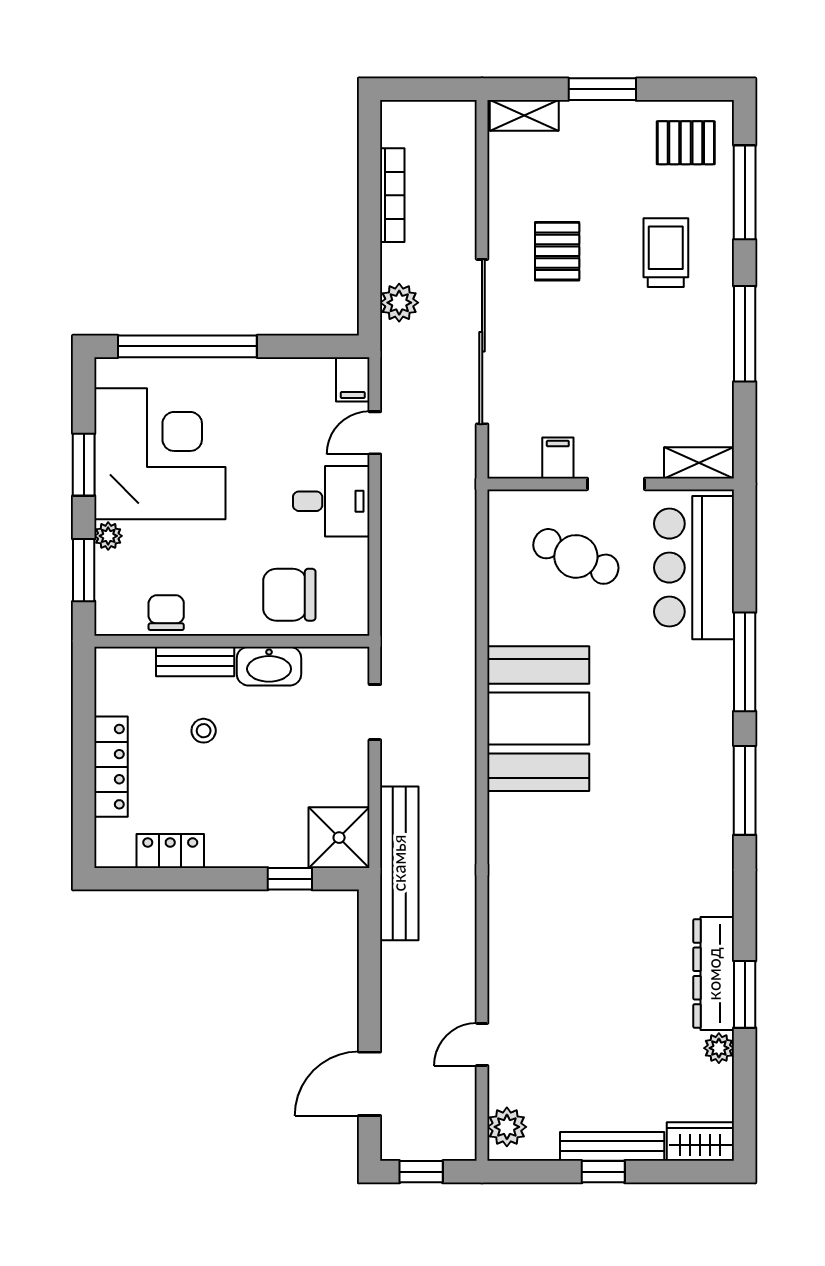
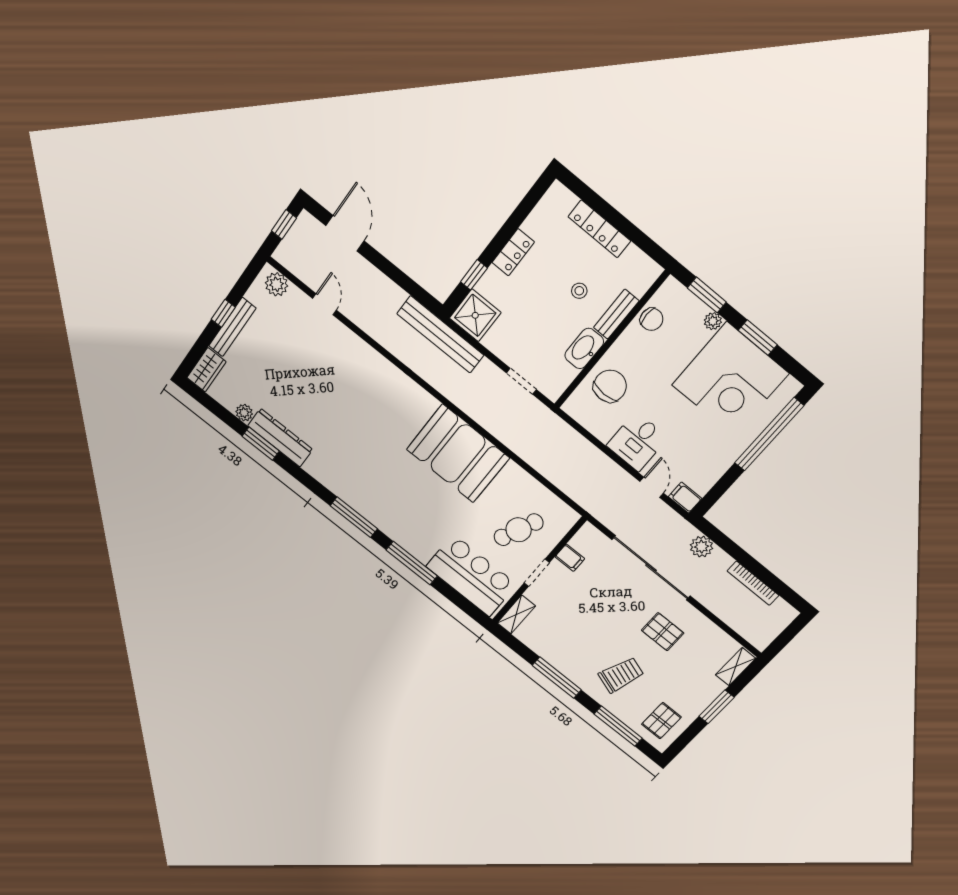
trolley: (666, 253) -> (621, 675), turned -71
locker: (170, 851) -> (513, 252), moved

